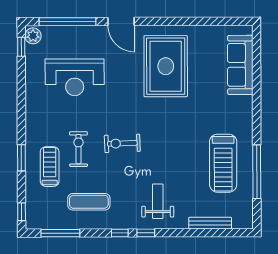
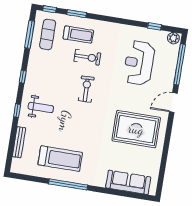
window: (21, 47) -> (155, 26), moved
window: (21, 158) -> (77, 14), moved
treadmill: (223, 163) -> (60, 159), turned 180
window: (257, 172) -> (68, 184), moved
exercise mat: (89, 202) -> (48, 34), moved
window: (146, 233) -> (17, 111), moved

